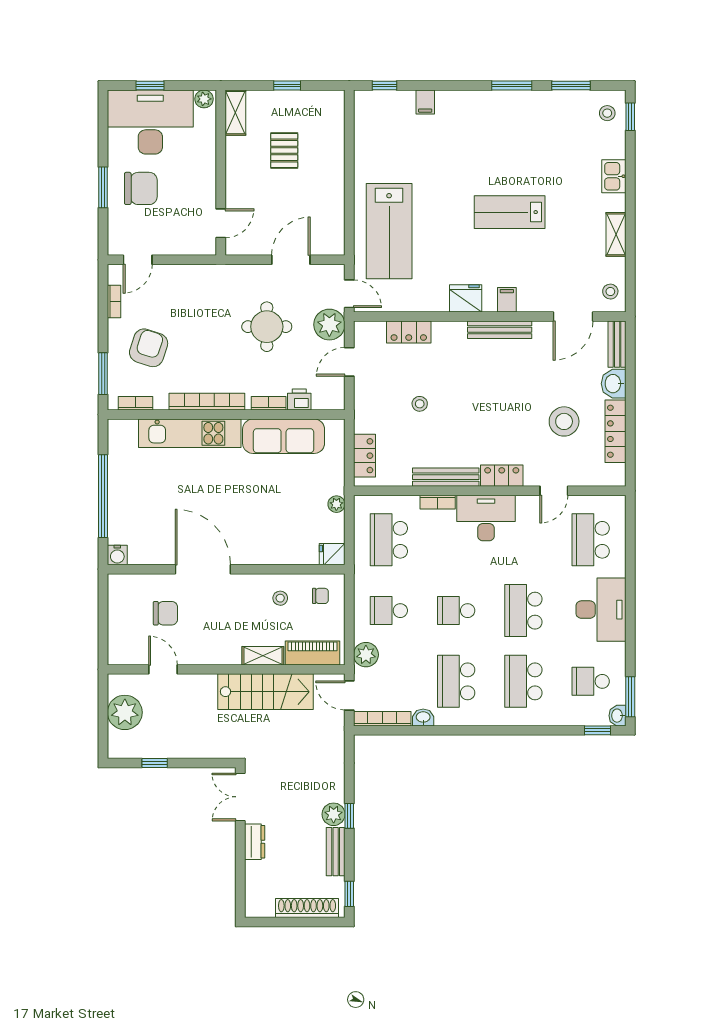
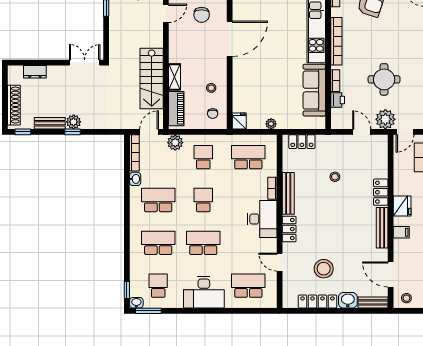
locker: (409, 332) -> (381, 192), moved
dresser: (255, 842) -> (35, 72), moved

